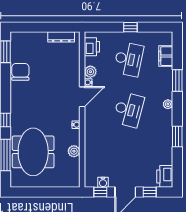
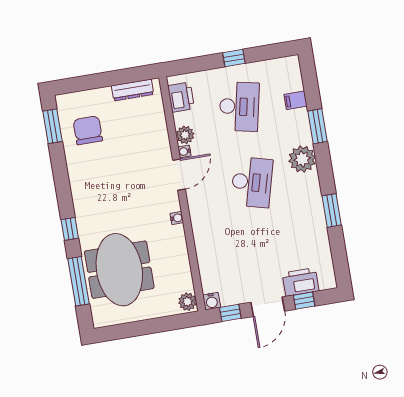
filing cabinet: (166, 56) -> (296, 100), width x0.50
chair: (20, 72) -> (88, 130), moved
plant: (168, 104) -> (302, 159), width x1.87, depth x1.87
plant: (74, 151) -> (188, 302), moved
printer: (165, 176) -> (301, 282), moved, turned 90
water cooler: (103, 182) -> (212, 301), moved

